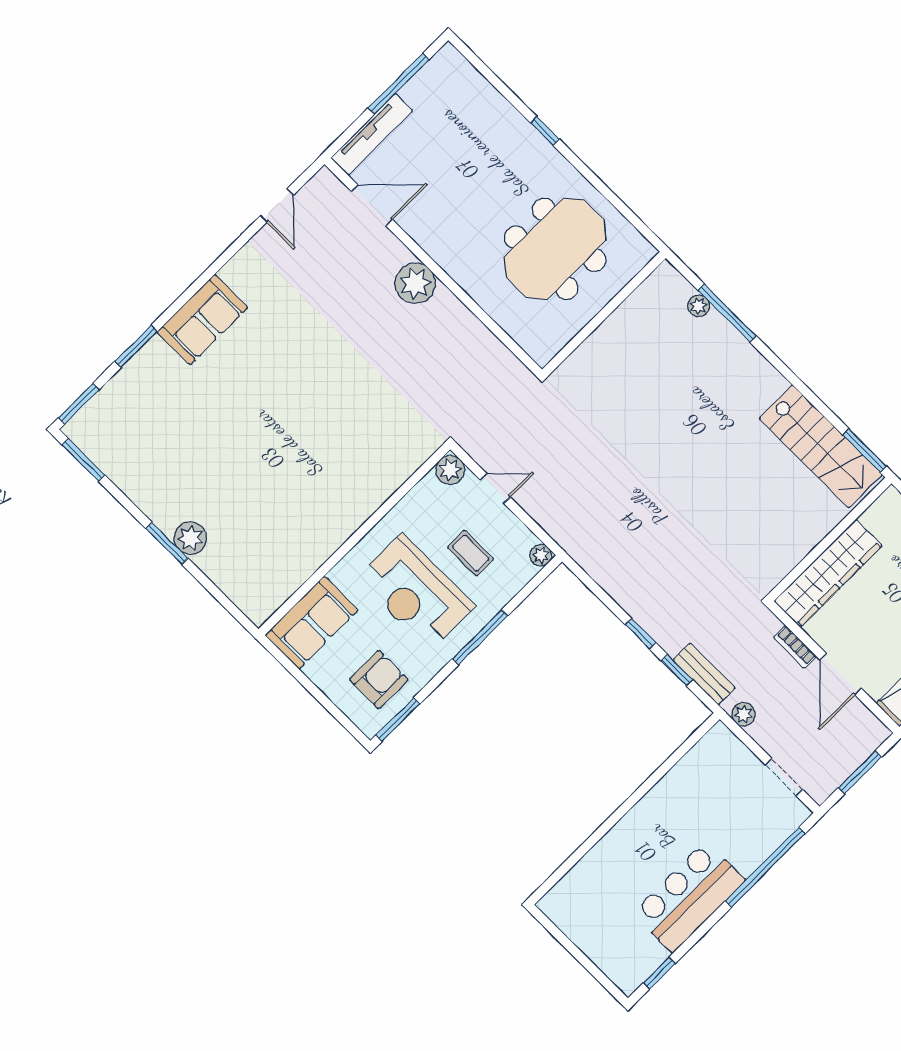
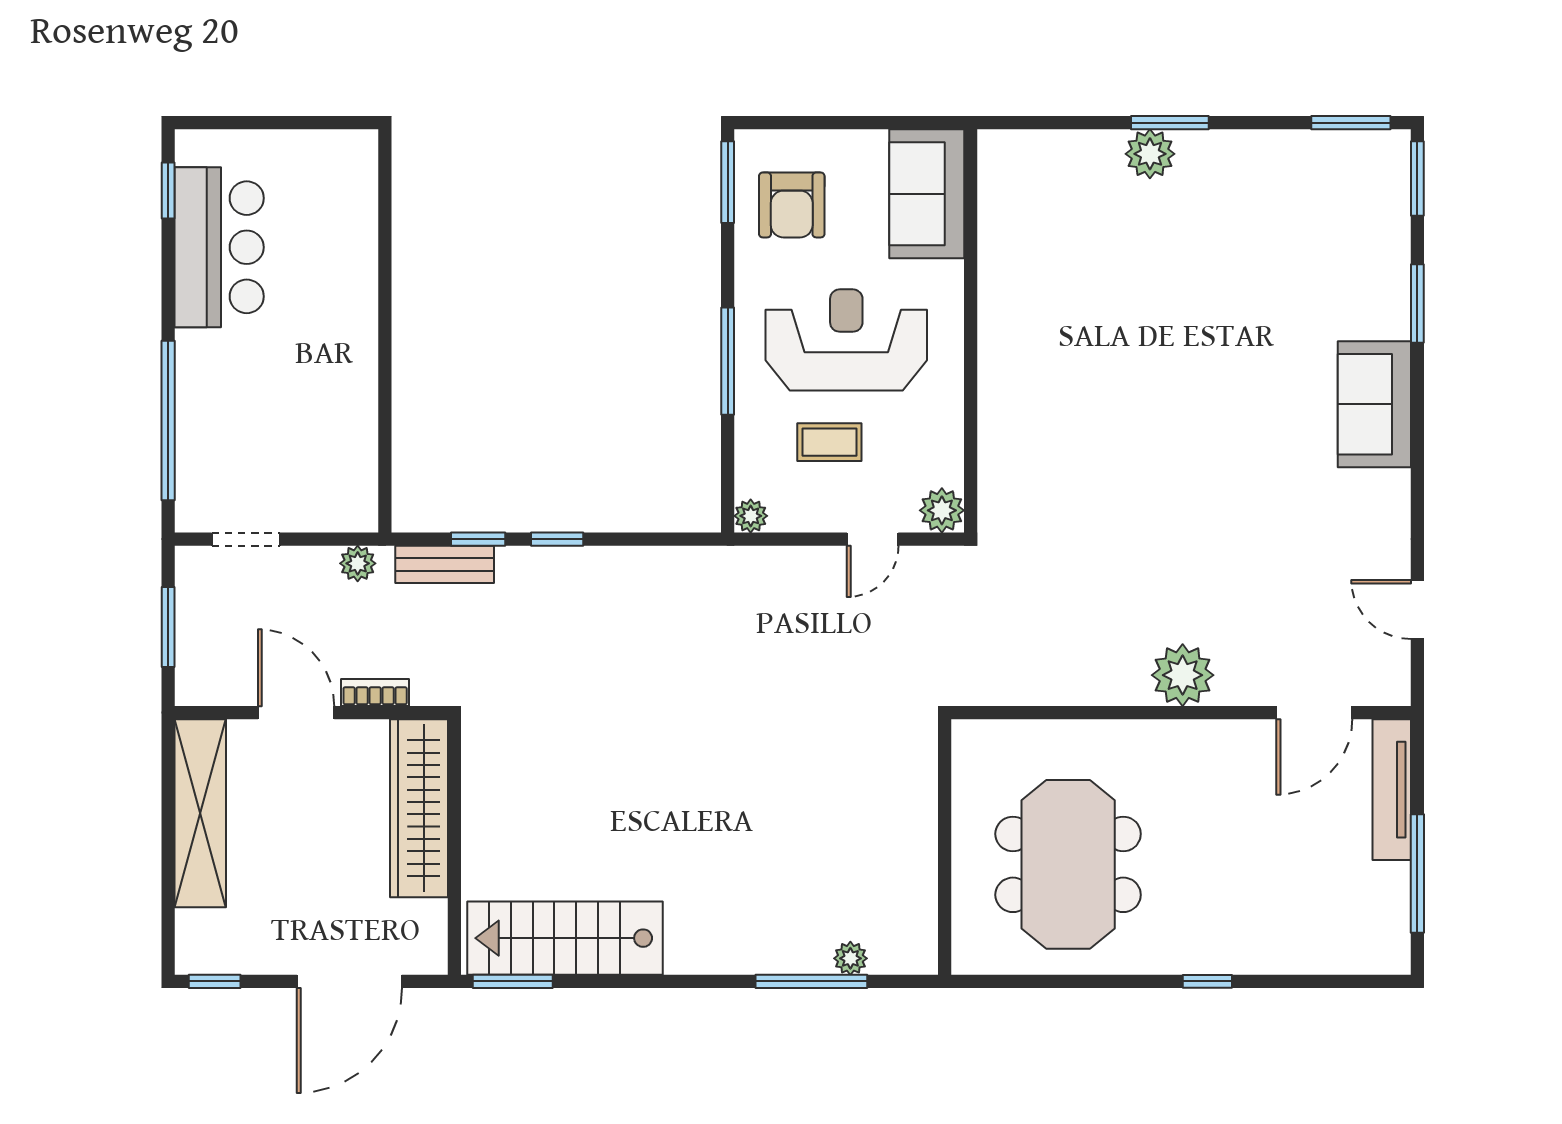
bar counter: (689, 897) -> (219, 247), moved

